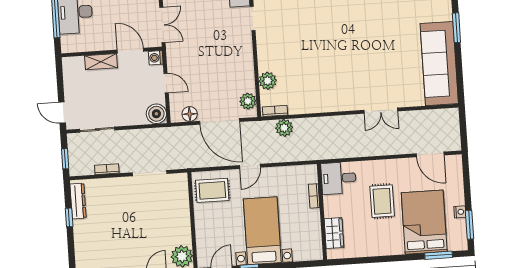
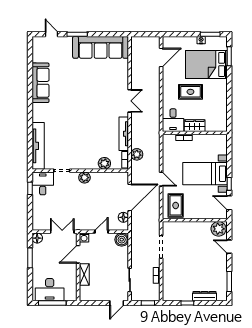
plant: (248, 101) -> (84, 178), moved
tv unit: (313, 106) -> (124, 134), added
double door: (381, 111) -> (130, 101), moved
dresser: (78, 201) -> (205, 296), moved
wardrobe: (334, 233) -> (195, 126), moved

